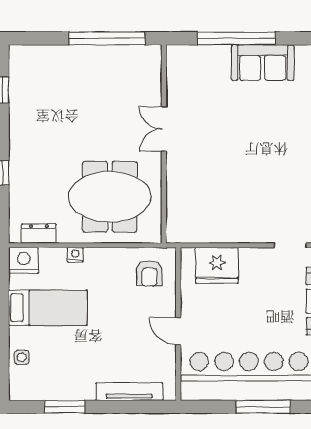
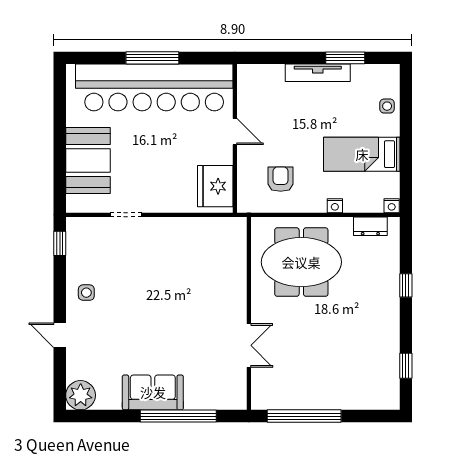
double door: (164, 129) -> (249, 345), moved
nightstand: (24, 260) -> (392, 206), width x0.53, depth x0.56
fridge: (217, 265) -> (215, 186), moved, turned -90
armchair: (149, 273) -> (281, 179), moved
tv unit: (129, 392) -> (318, 73), moved

